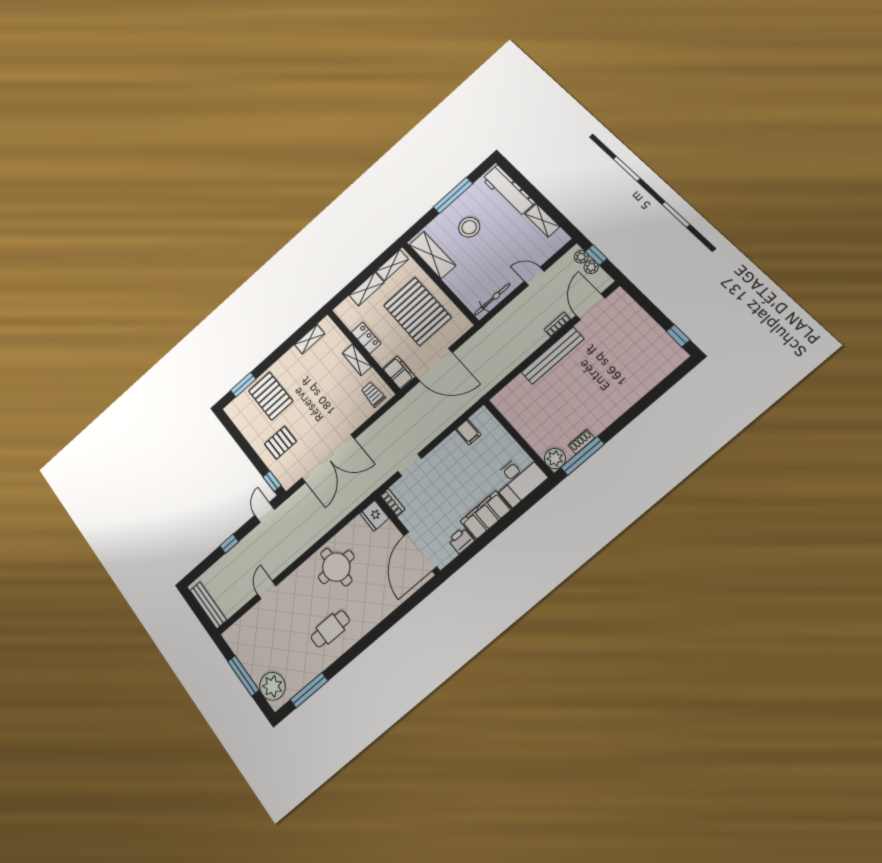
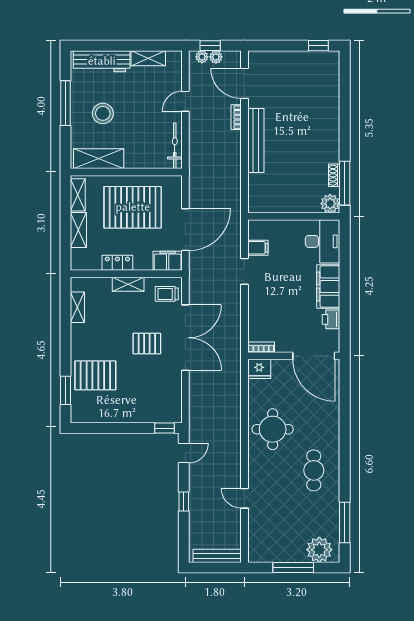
pallet: (281, 443) -> (147, 344), moved, turned 90
double door: (328, 458) -> (185, 338), moved
doorway: (410, 465) -> (244, 271), moved
door: (265, 512) -> (184, 453), swing flipped

